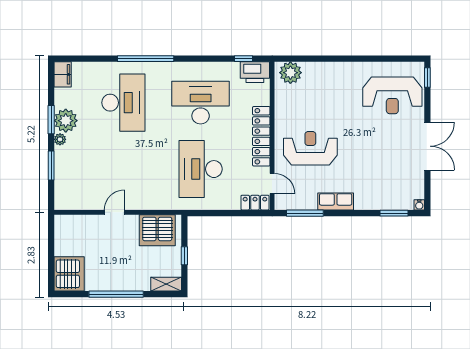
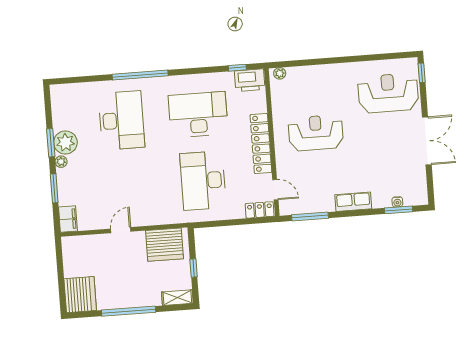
plant: (290, 73) -> (280, 73), width x0.53, depth x0.53
filing cabinet: (63, 74) -> (68, 219), moved
reception desk: (392, 95) -> (388, 93), turned 180
reception desk: (310, 148) -> (316, 133), moved
row of seats: (336, 202) -> (353, 202), moved
water cooler: (419, 205) -> (397, 202), moved

